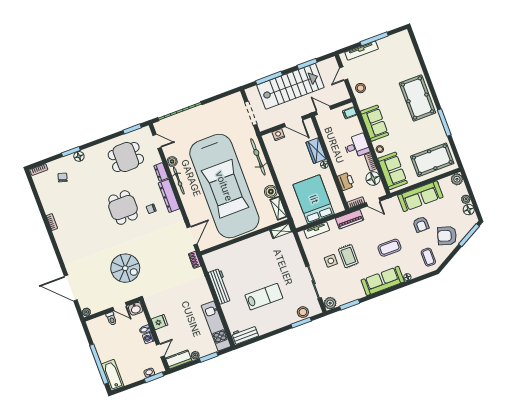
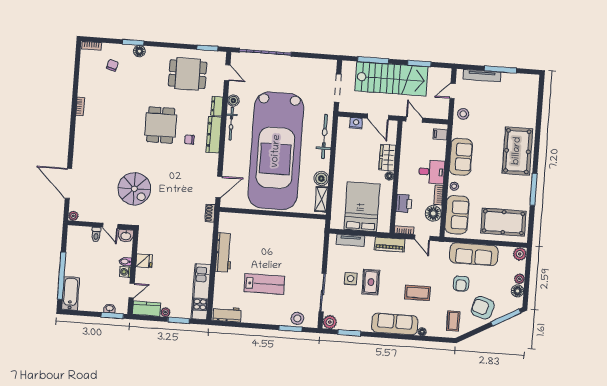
shelving: (281, 231) -> (313, 224), removed

